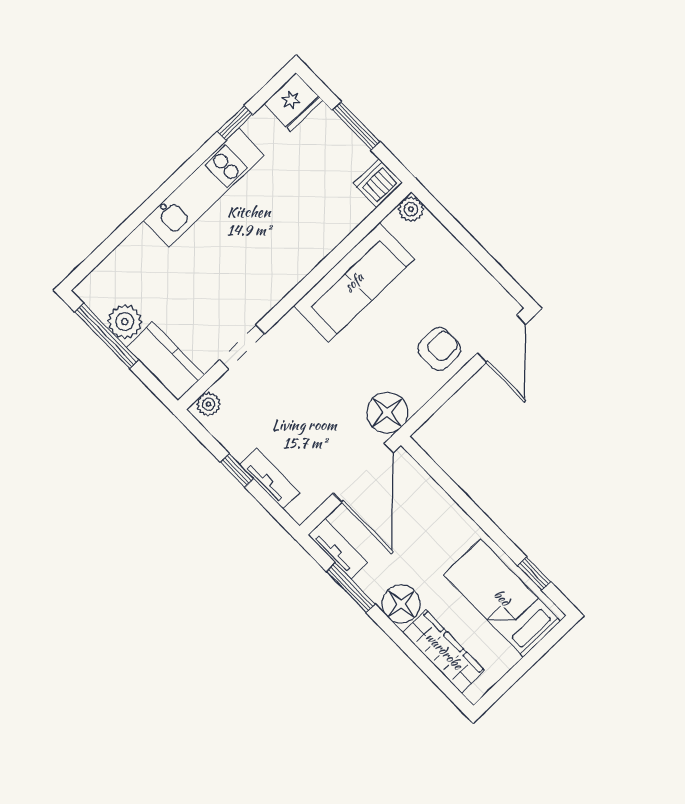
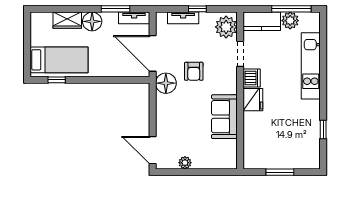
fridge: (293, 102) -> (253, 100), moved, turned 180
dishwasher: (378, 183) -> (252, 78), moved
kitchen unit: (204, 188) -> (311, 66), moved
plant: (411, 209) -> (185, 163), moved
sofa: (354, 282) -> (224, 117), width x0.73
armchair: (439, 349) -> (194, 71), moved
plant: (209, 404) -> (226, 27), width x1.87, depth x1.87
wardrobe: (444, 651) -> (67, 20), width x0.67

